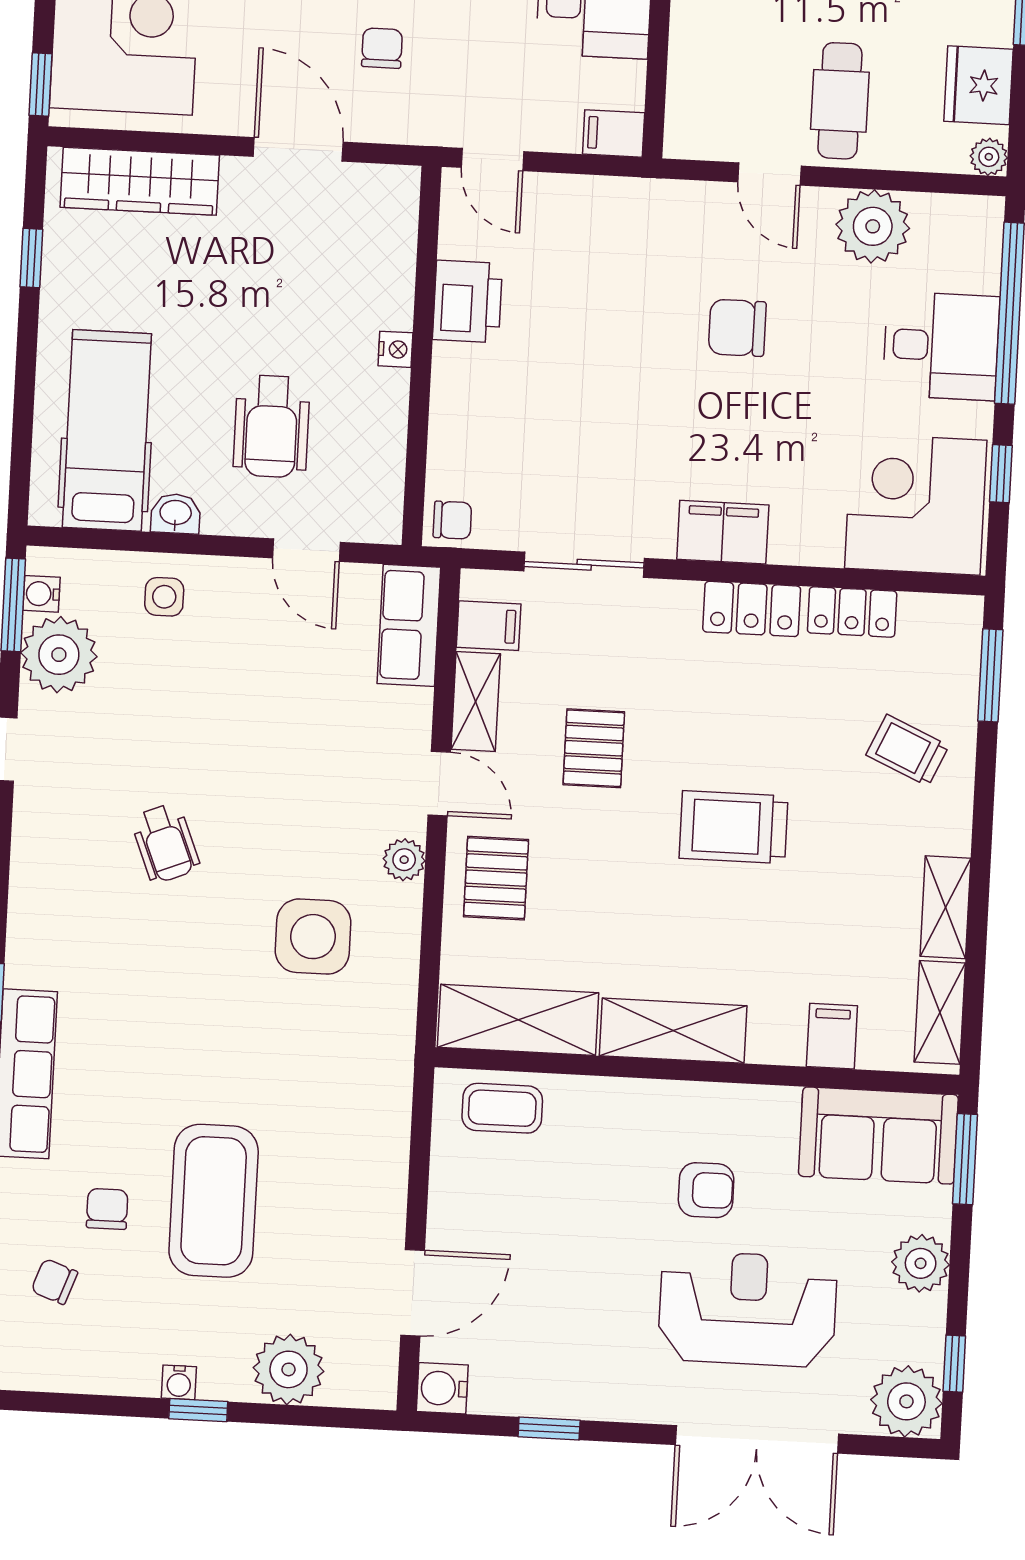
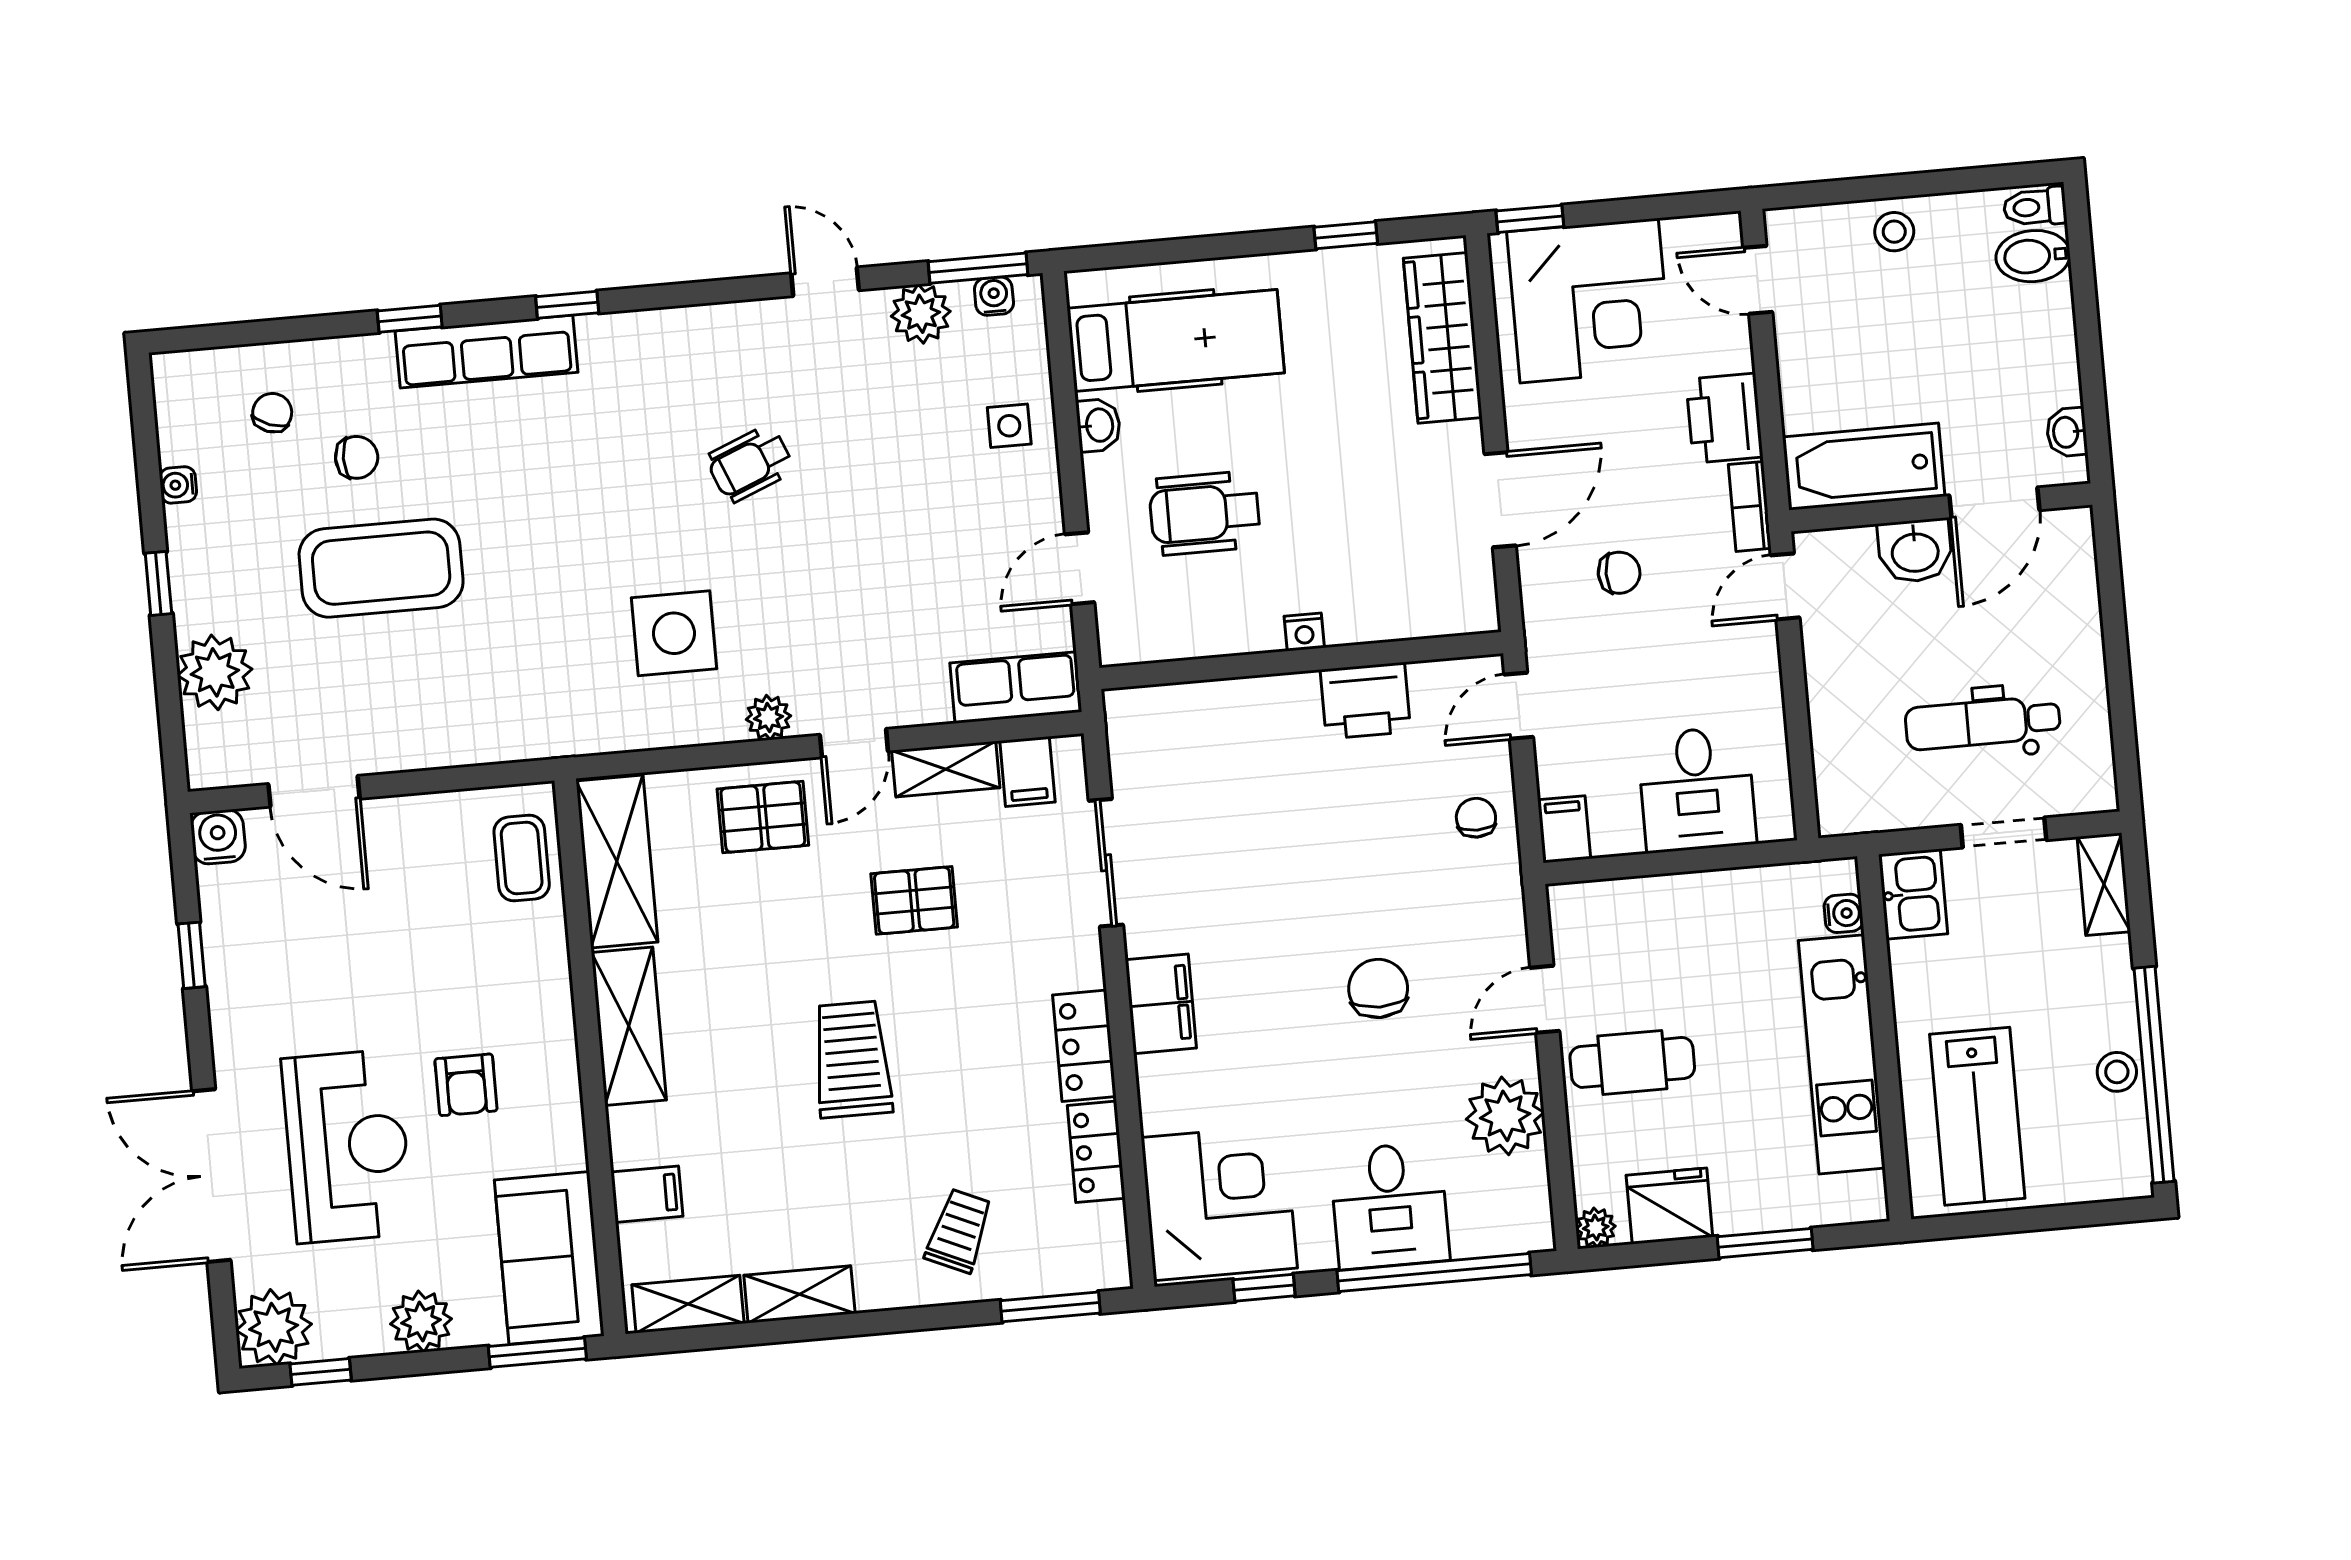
chair: (452, 520) -> (1476, 818), moved, turned 180
plant: (59, 655) -> (921, 314), width x0.73, depth x0.73
water cooler: (179, 1382) -> (178, 485), moved

